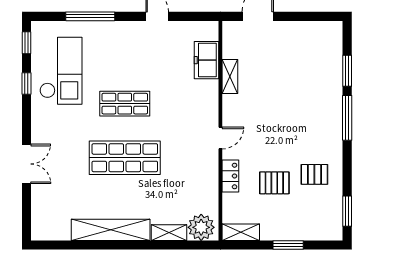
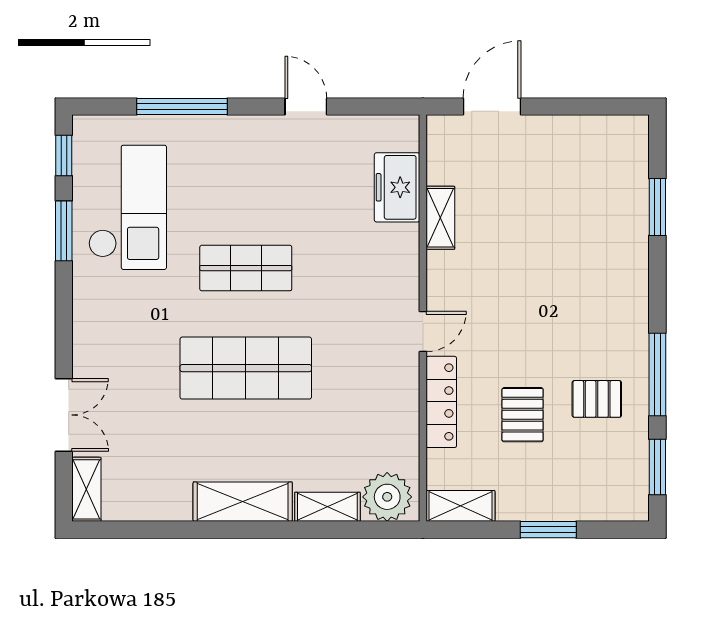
window: (26, 84) -> (64, 231), width x1.50
window: (347, 118) -> (657, 374), moved
double door: (26, 164) -> (64, 415), moved
locker: (230, 176) -> (441, 402), width x1.53
pallet: (274, 183) -> (523, 415), turned 90
shelving: (39, 223) -> (86, 489), added
shelving: (111, 230) -> (243, 502), width x0.68

